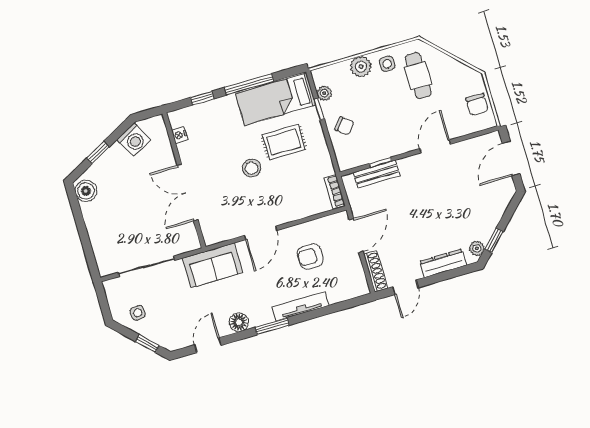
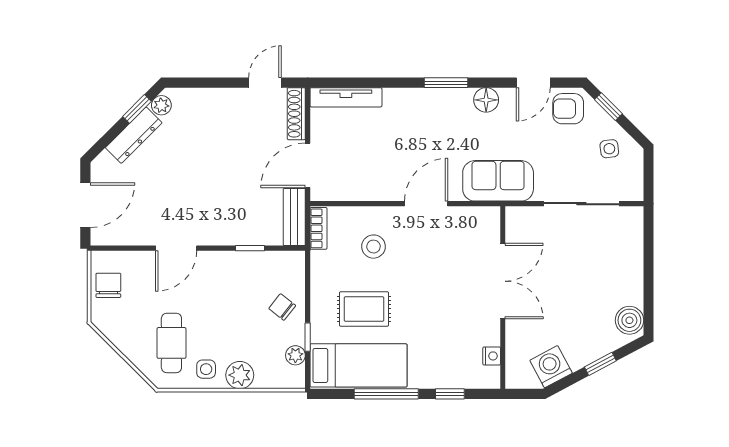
stool: (251, 168) -> (374, 247), moved
bench: (377, 174) -> (294, 217), moved, turned 90
armchair: (310, 256) -> (568, 109), moved, turned 180
dresser: (443, 263) -> (134, 135), moved, turned -45
tv unit: (301, 306) -> (346, 97), moved

